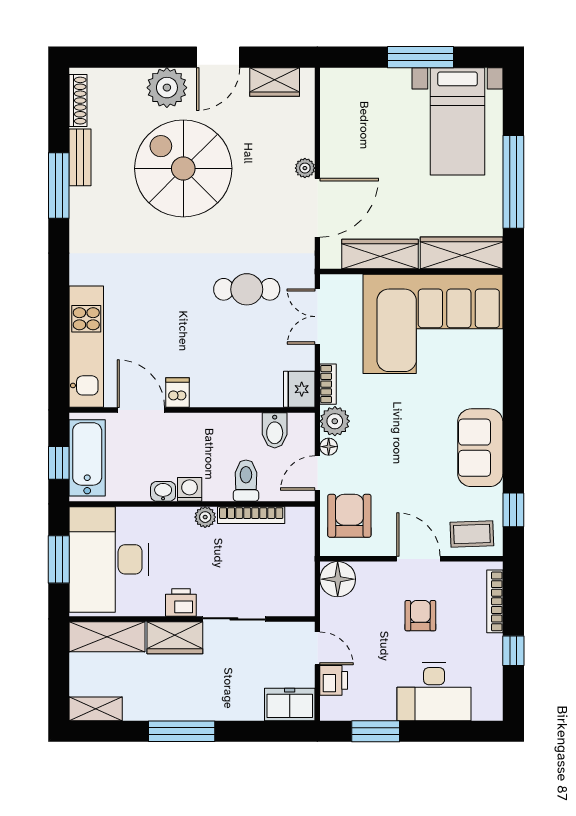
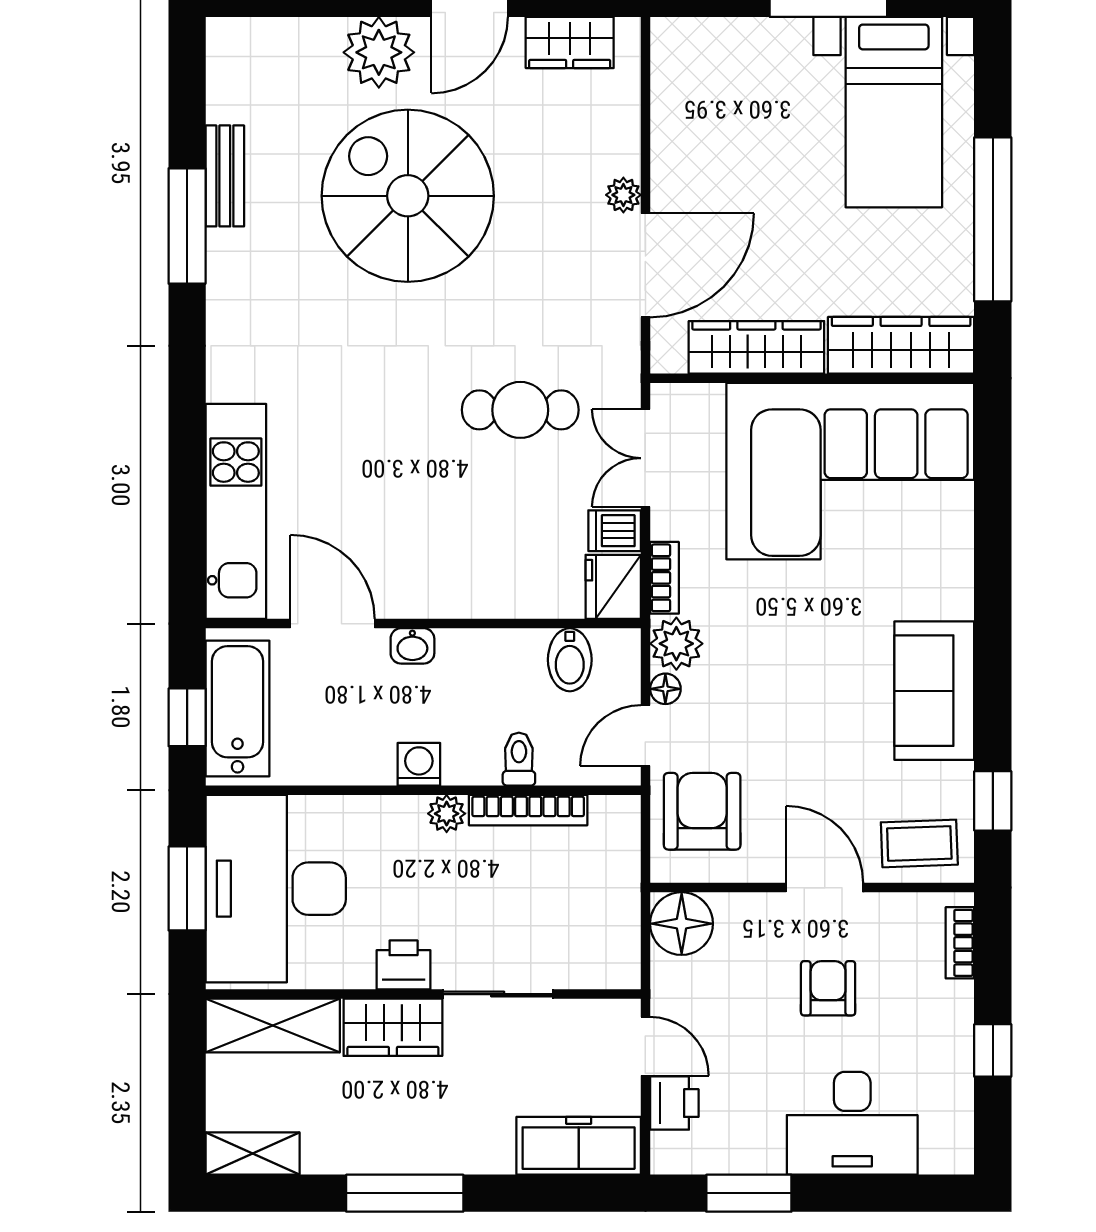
shoe rack: (78, 101) -> (221, 75), removed
dishwasher: (177, 392) -> (615, 531), moved, turned -90
toilet: (246, 481) -> (519, 759), width x0.73, depth x0.72
washbasin: (163, 491) -> (412, 646), moved, turned 180
bookcase: (495, 601) -> (960, 943), width x0.64
freezer: (290, 705) -> (579, 1146), width x1.40

